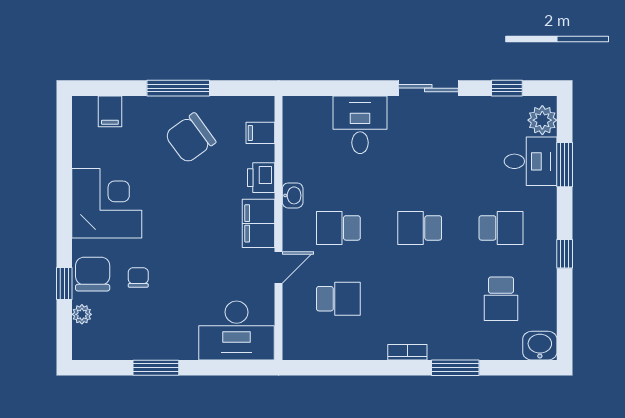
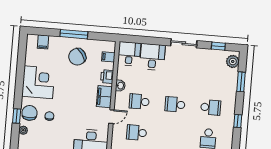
desk: (531, 161) -> (129, 54), moved, turned -90
school desk: (338, 299) -> (137, 133), turned 180

